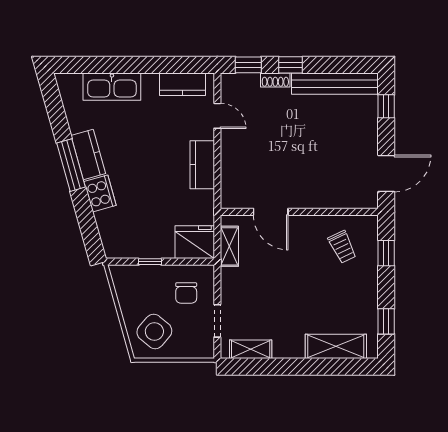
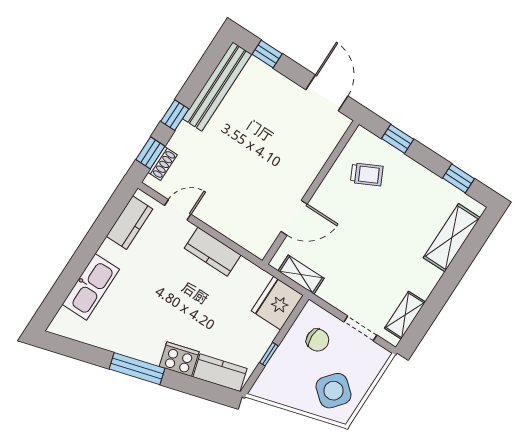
shoe rack: (275, 80) -> (163, 163), moved
kitchen counter: (88, 155) -> (220, 373), moved

